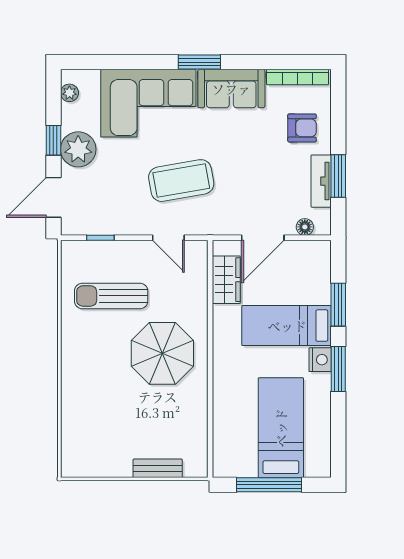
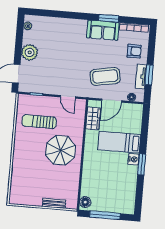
window: (199, 62) -> (109, 18), moved
corner sofa: (148, 103) -> (64, 34), removed
window: (53, 140) -> (18, 47), removed
coffee table: (181, 181) -> (105, 76), moved
window: (338, 305) -> (144, 134), removed
bed: (281, 428) -> (113, 189), removed
floor lamp: (224, 460) -> (85, 202), added

